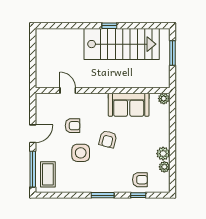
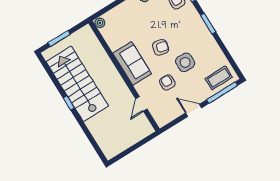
sofa: (129, 105) -> (132, 63), moved

